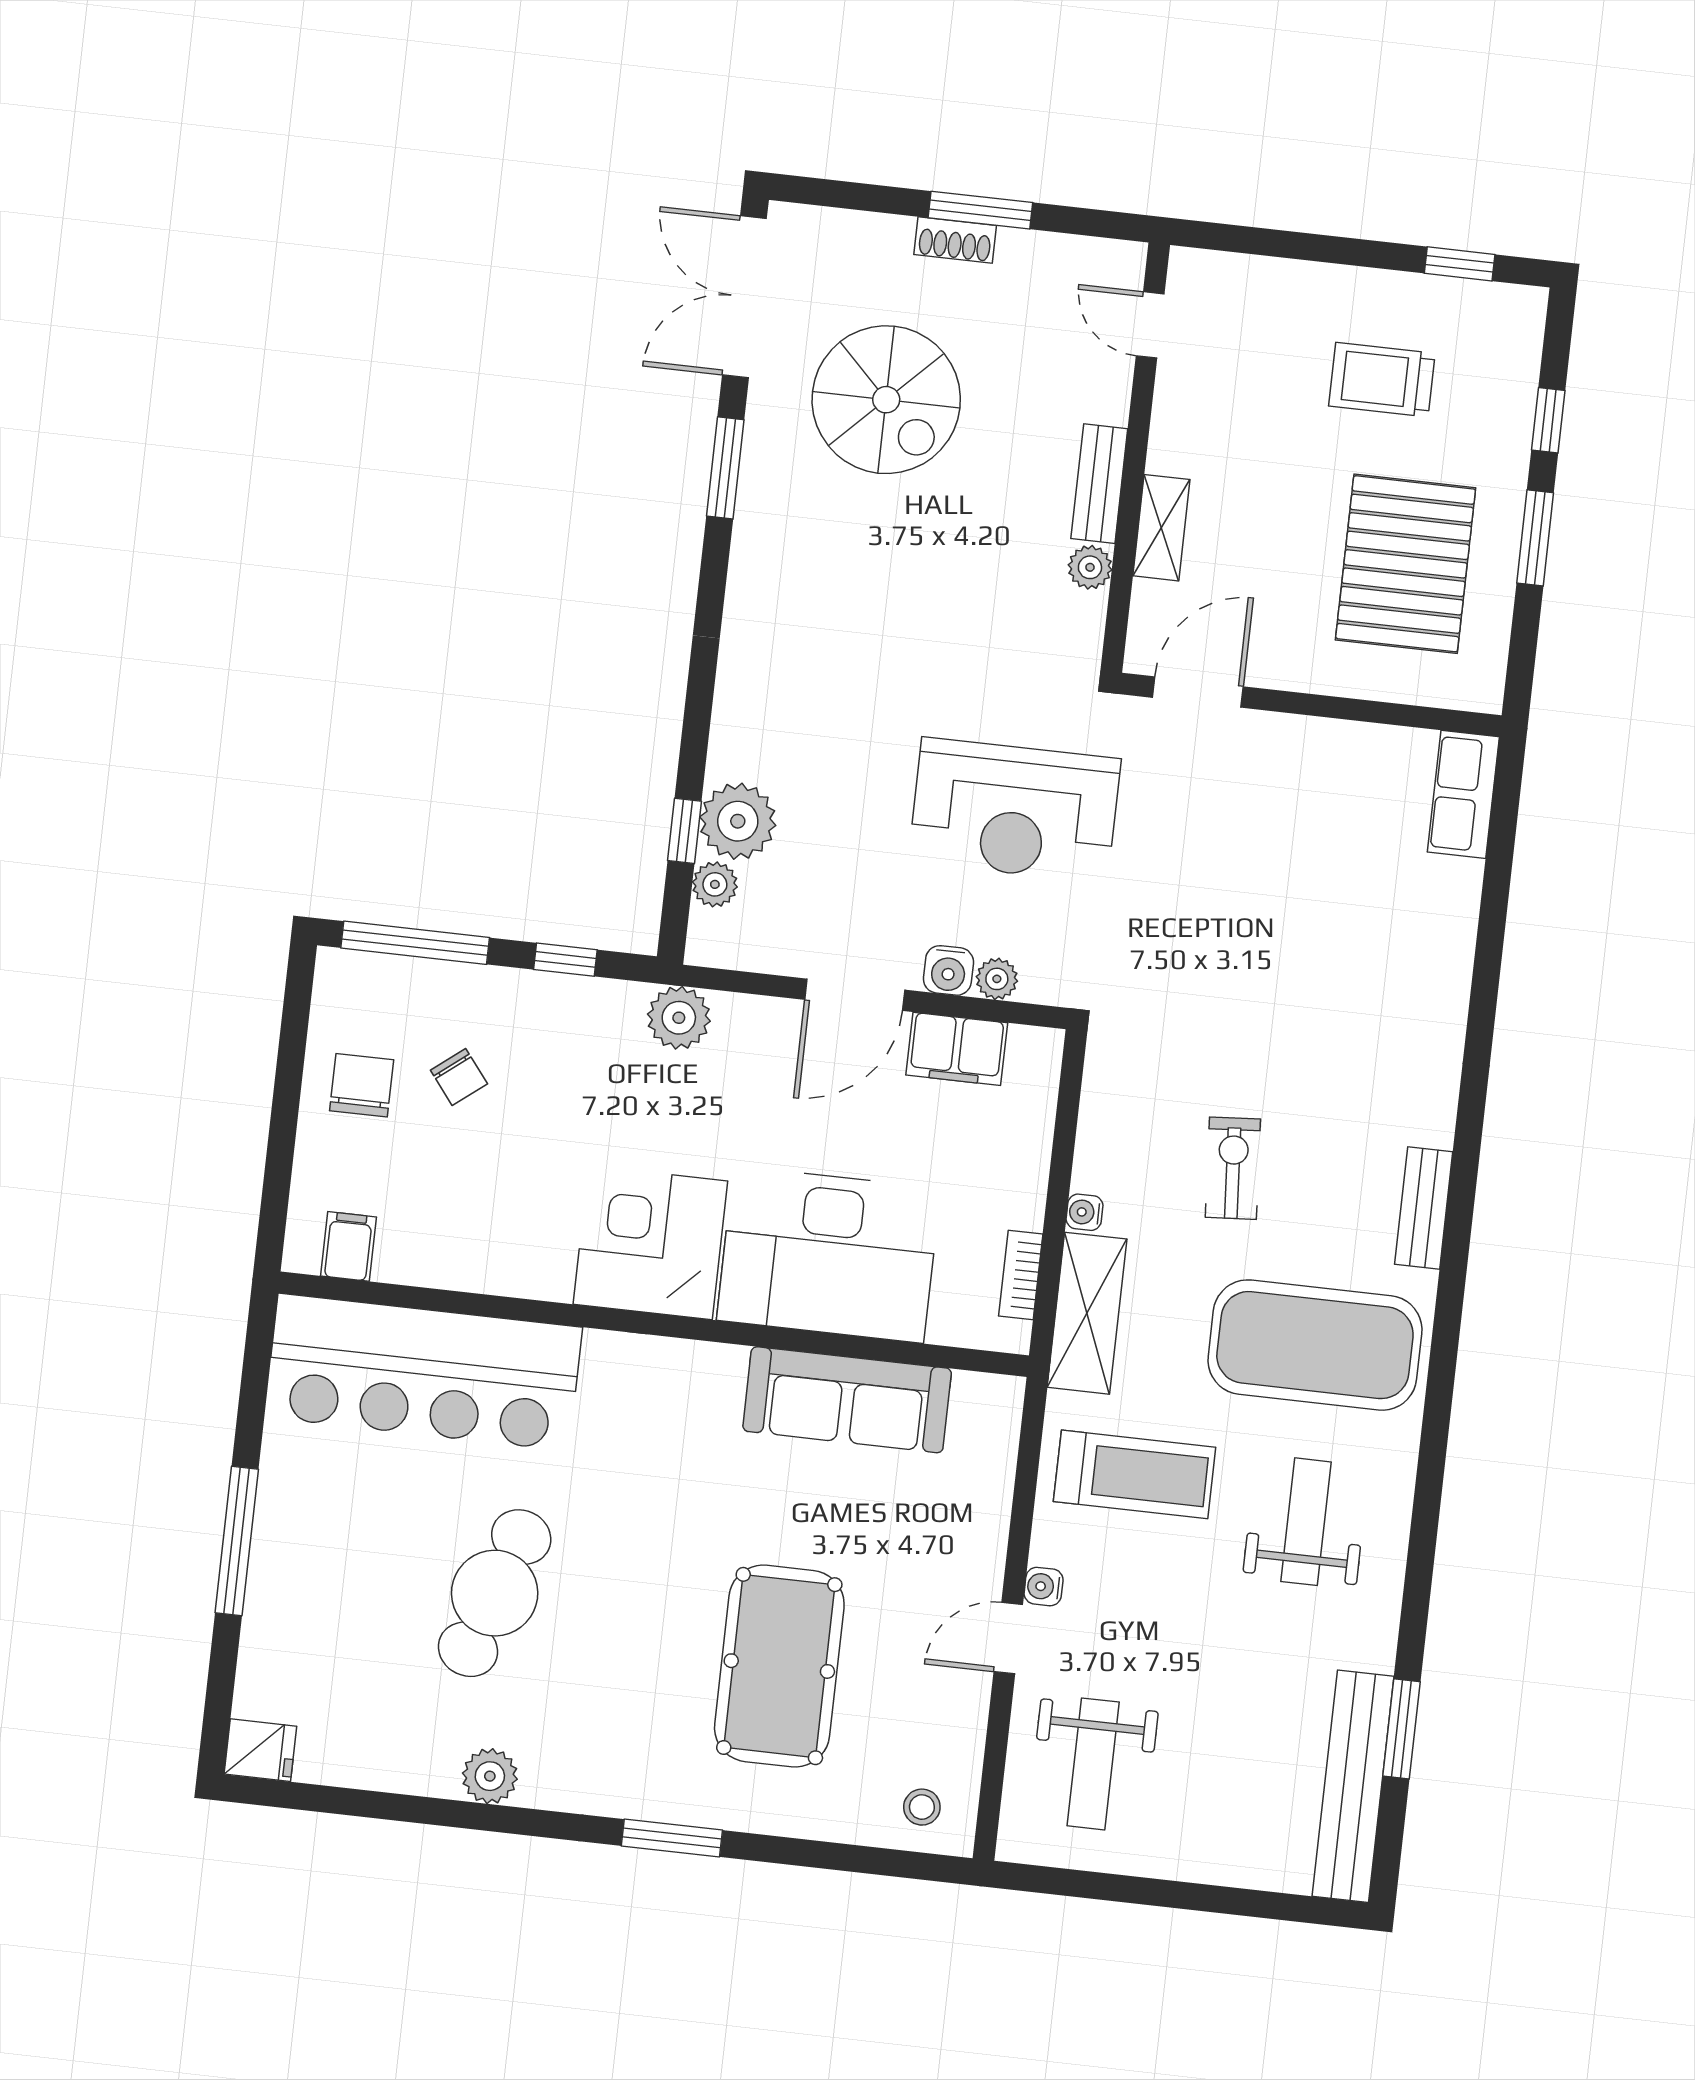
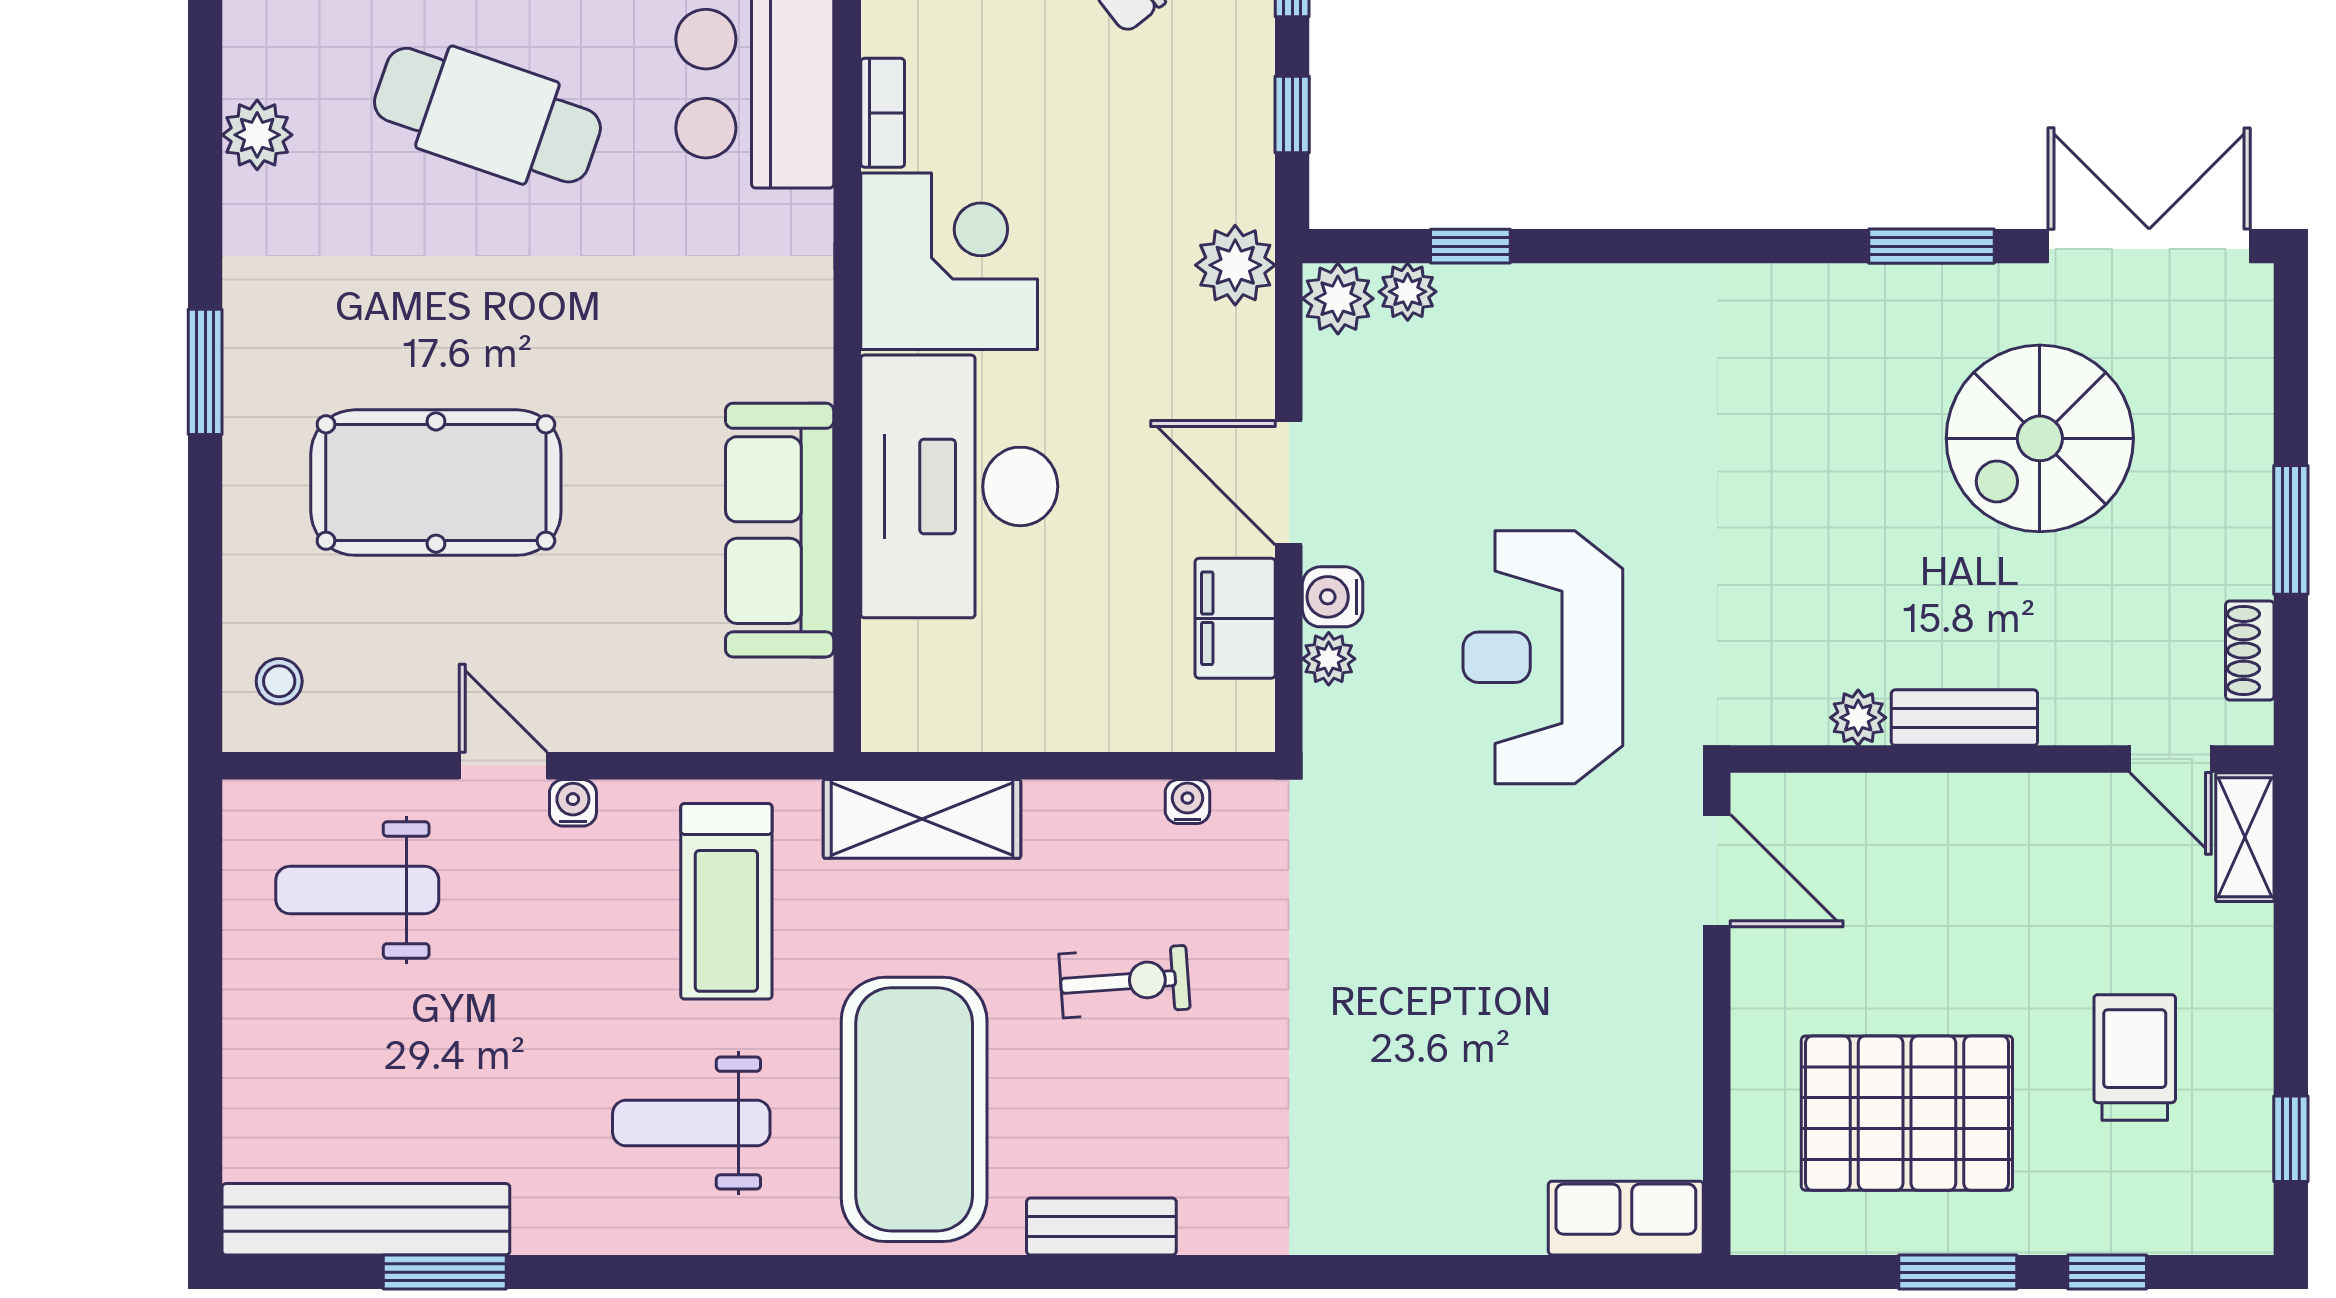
shoe rack: (955, 240) -> (2250, 650), moved
door: (1150, 325) -> (2171, 759), swing flipped
shelving: (1161, 528) -> (2245, 837), moved, turned 90
plant: (738, 821) -> (1338, 299), moved, width x0.73, depth x0.73
water cooler: (1085, 1212) -> (1187, 802), moved
bookcase: (1021, 1275) -> (883, 113), moved, turned 90
weight bench: (1306, 1522) -> (691, 1123), turned 180

